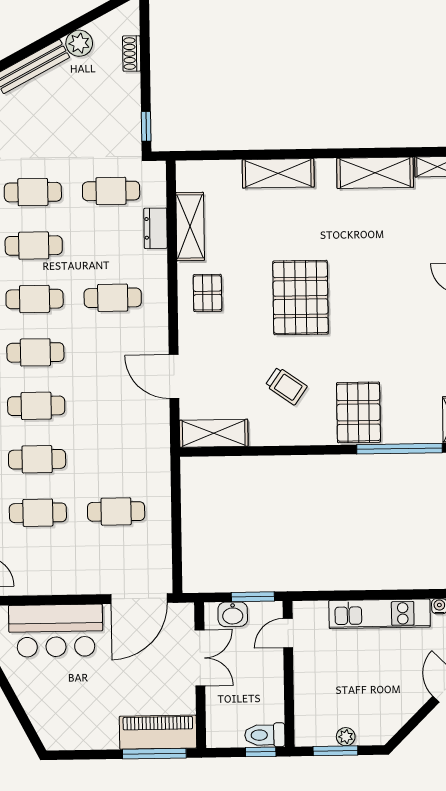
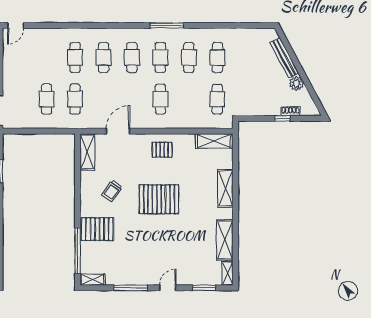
window: (146, 126) -> (282, 118), moved
shelving: (190, 226) -> (214, 141), moved
dresser: (156, 228) -> (197, 123), removed
cafe table: (38, 513) -> (75, 99), moved

